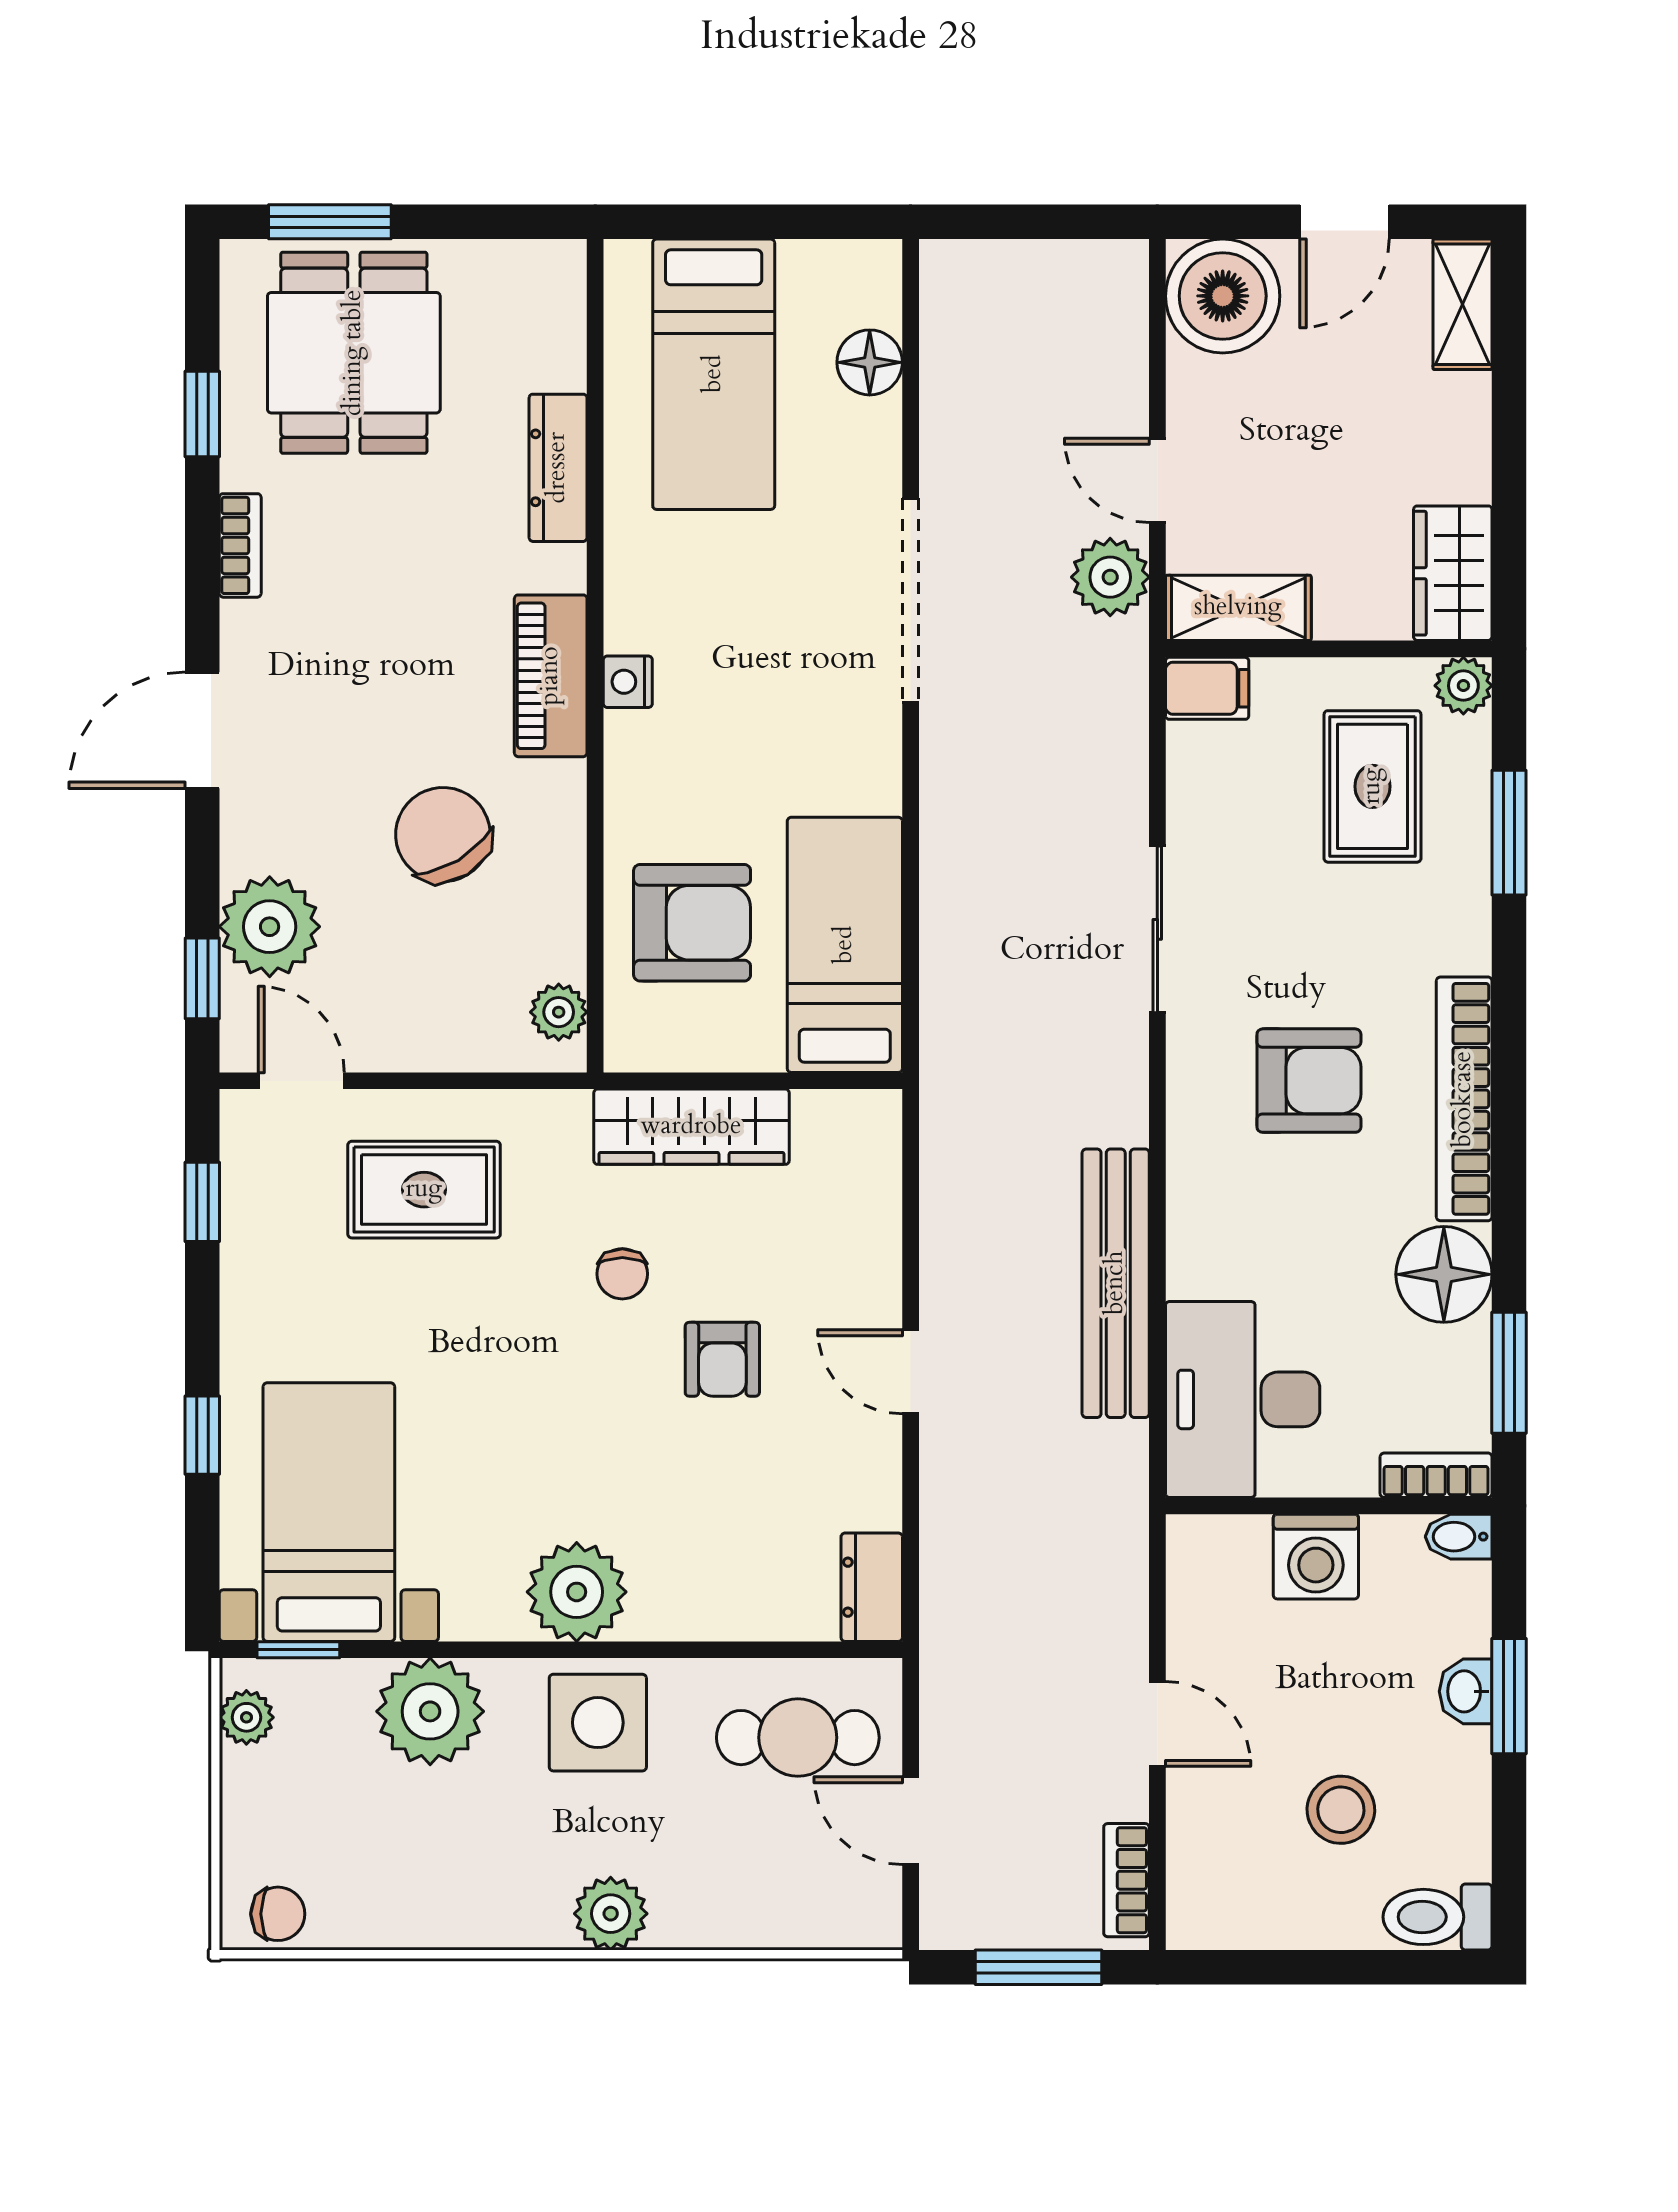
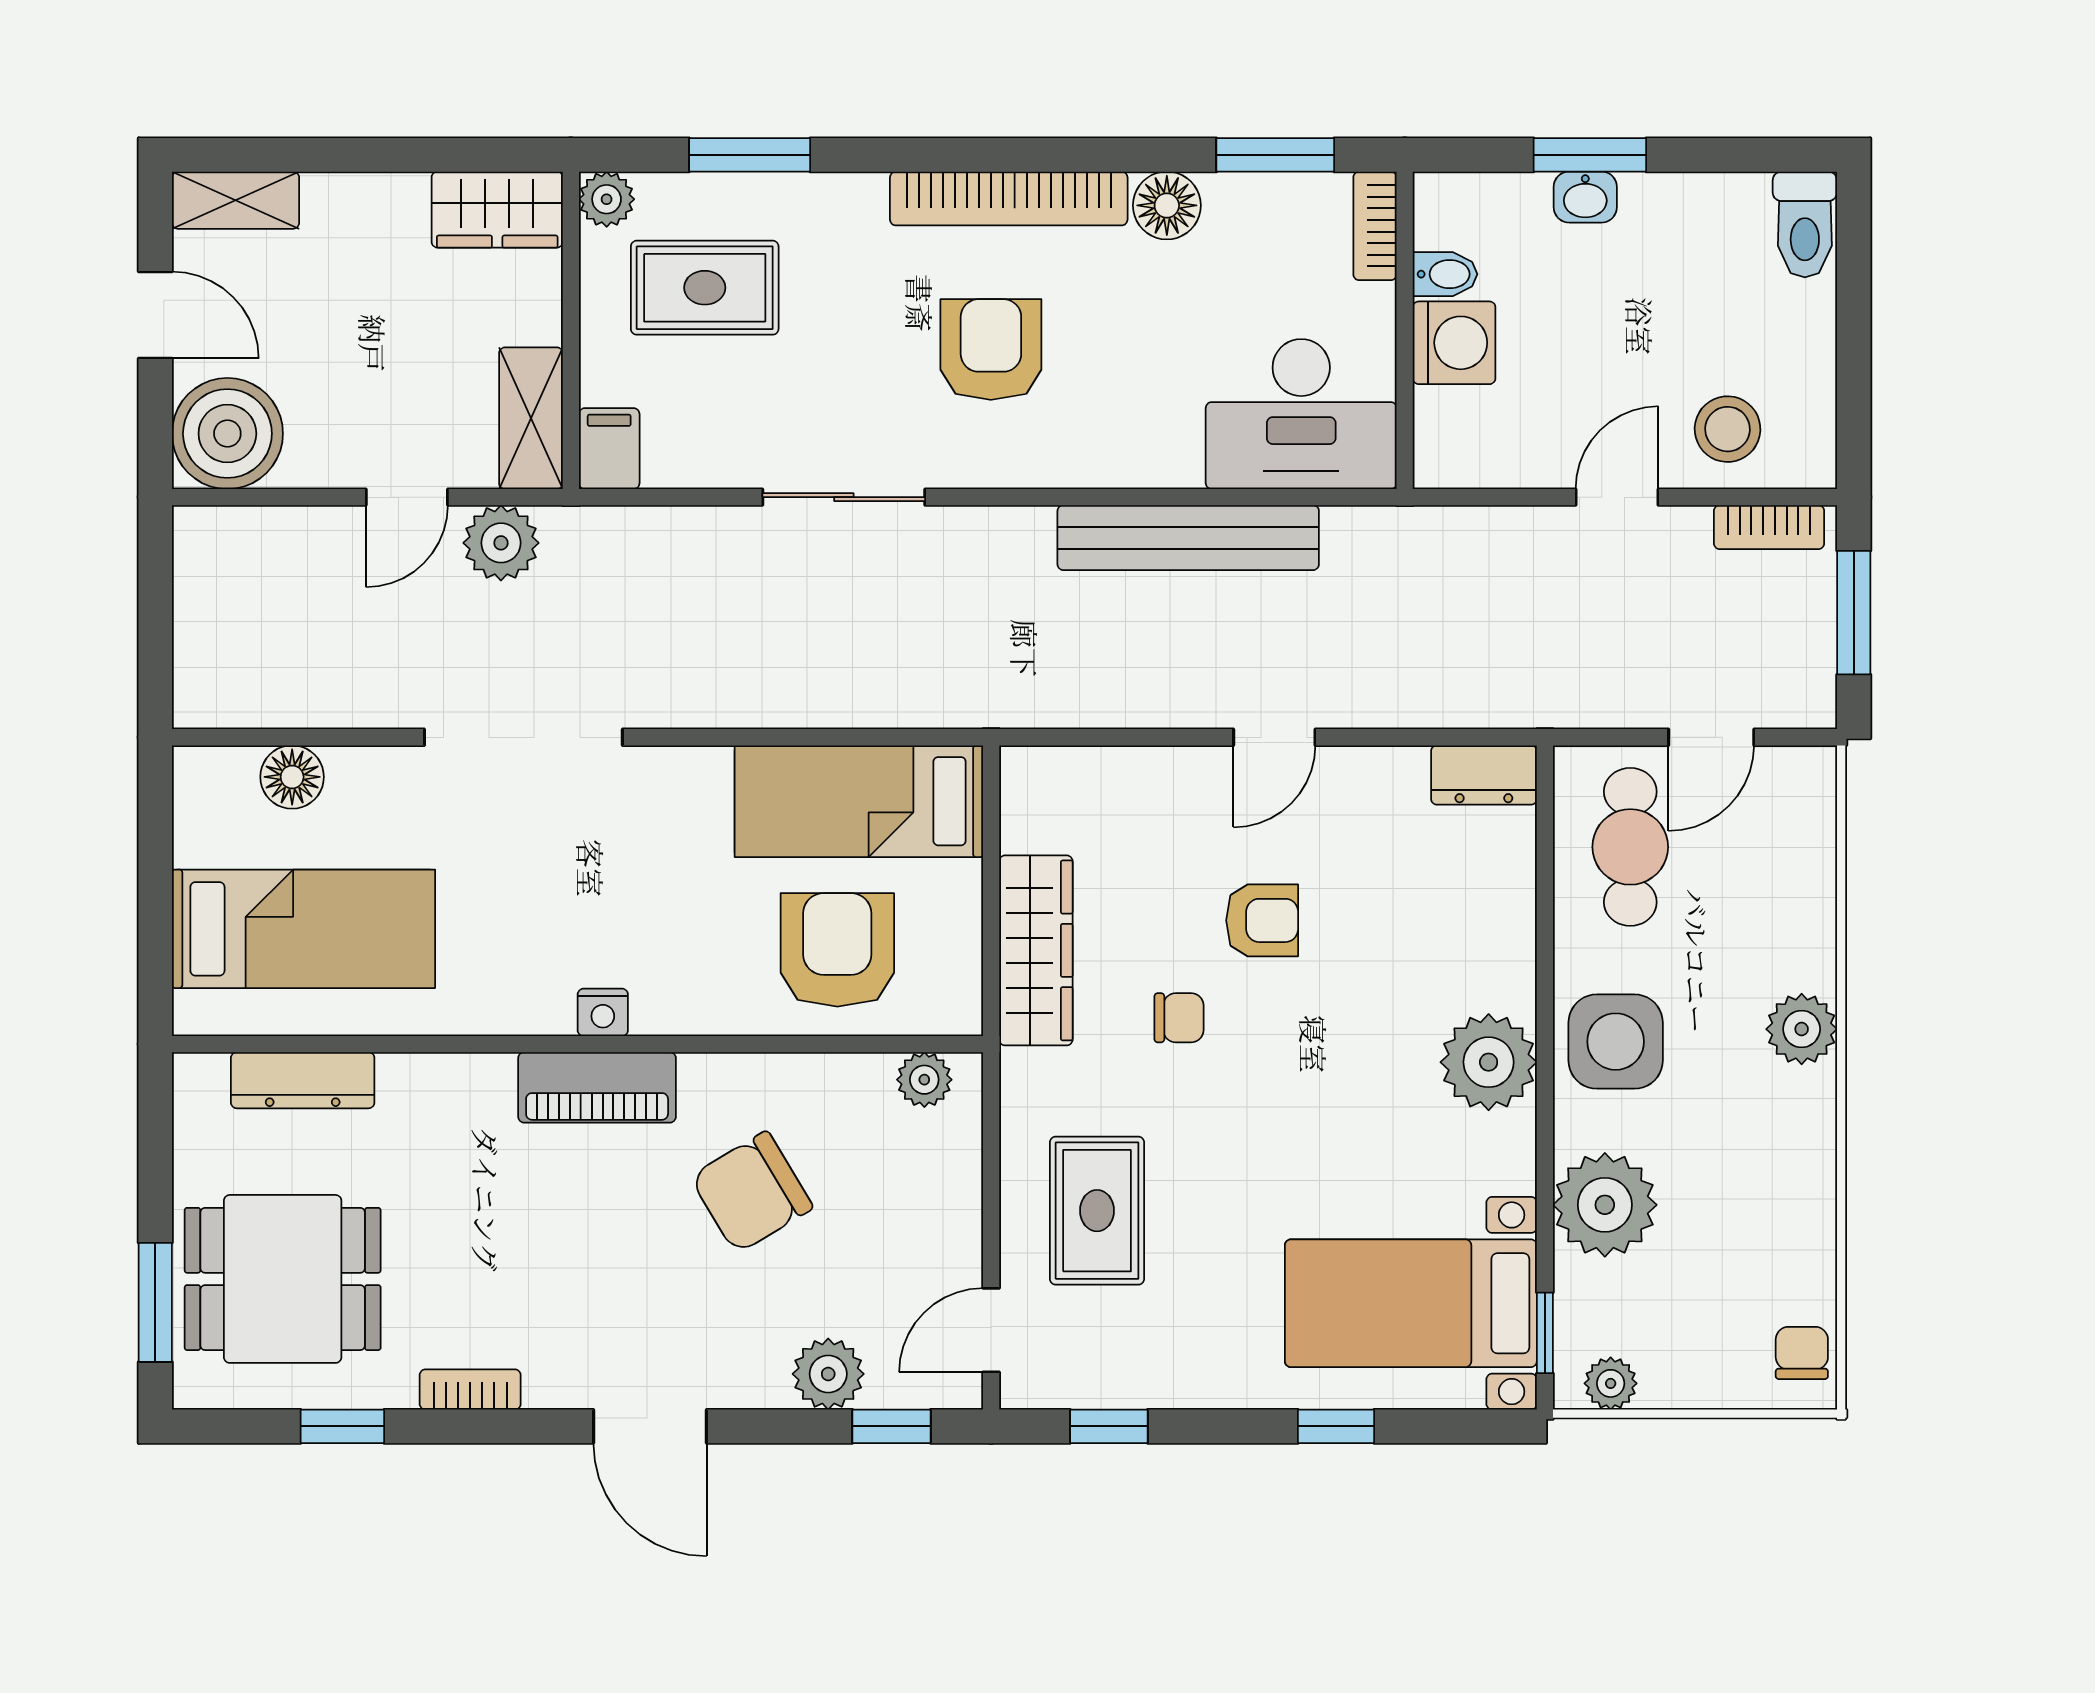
dresser: (558, 468) -> (303, 1080), moved
plant: (270, 927) -> (828, 1374), width x0.73, depth x0.73
floor lamp: (1444, 1274) -> (1167, 205), width x0.73, depth x0.73
bidet: (1459, 1537) -> (1445, 274), moved, turned -90
stool: (1341, 1810) -> (1728, 429), moved

